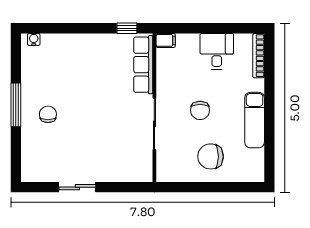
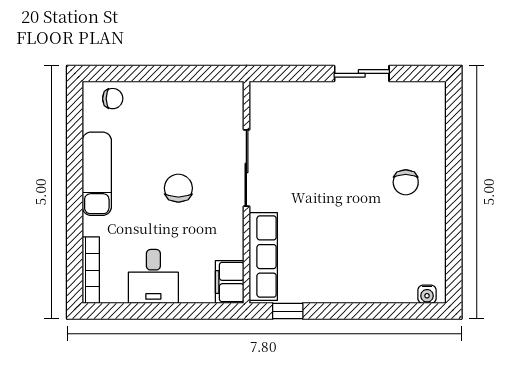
filing cabinet: (166, 40) -> (230, 282), width x2.00
window: (16, 105) -> (454, 196), removed
chair: (211, 156) -> (113, 99), moved, width x0.54, depth x0.54

